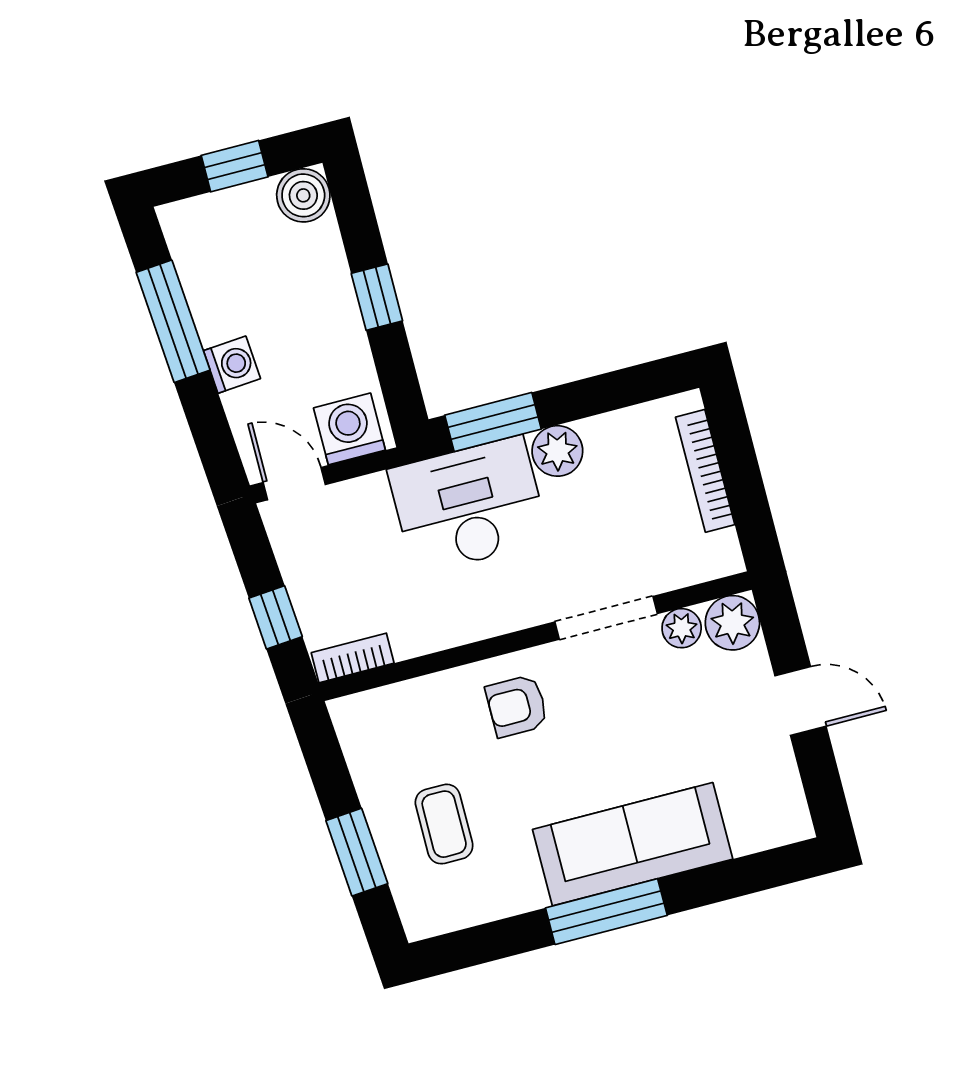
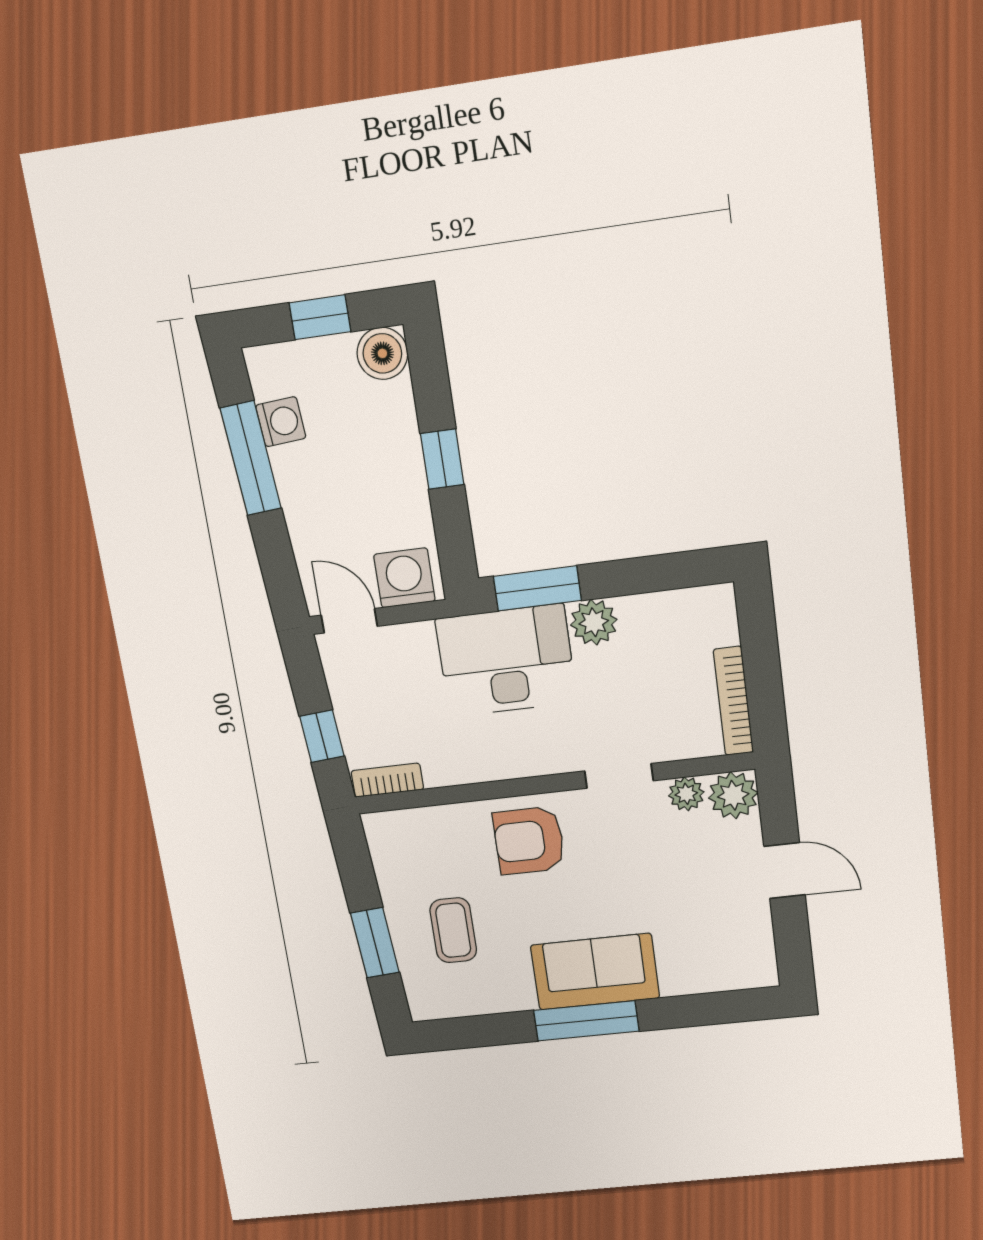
washing machine: (232, 365) -> (281, 422), moved
bookcase: (705, 471) -> (733, 701), moved
doorway: (606, 618) -> (619, 776), width x0.73
armchair: (517, 706) -> (529, 841), width x1.38, depth x1.38
sofa: (633, 844) -> (595, 972), width x0.73

